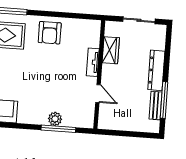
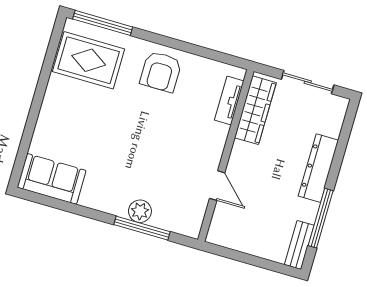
wardrobe: (111, 50) -> (255, 110), width x1.50
tv unit: (93, 62) -> (229, 100), moved
bench: (156, 106) -> (299, 245), moved

